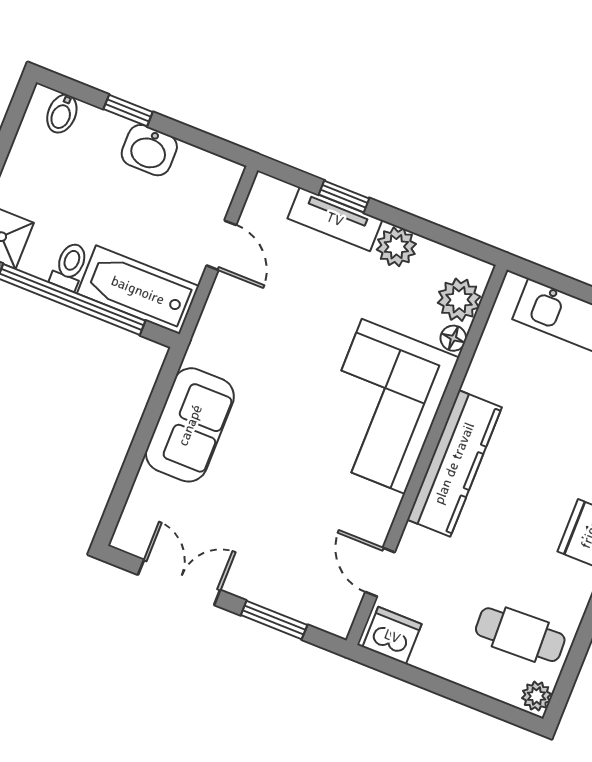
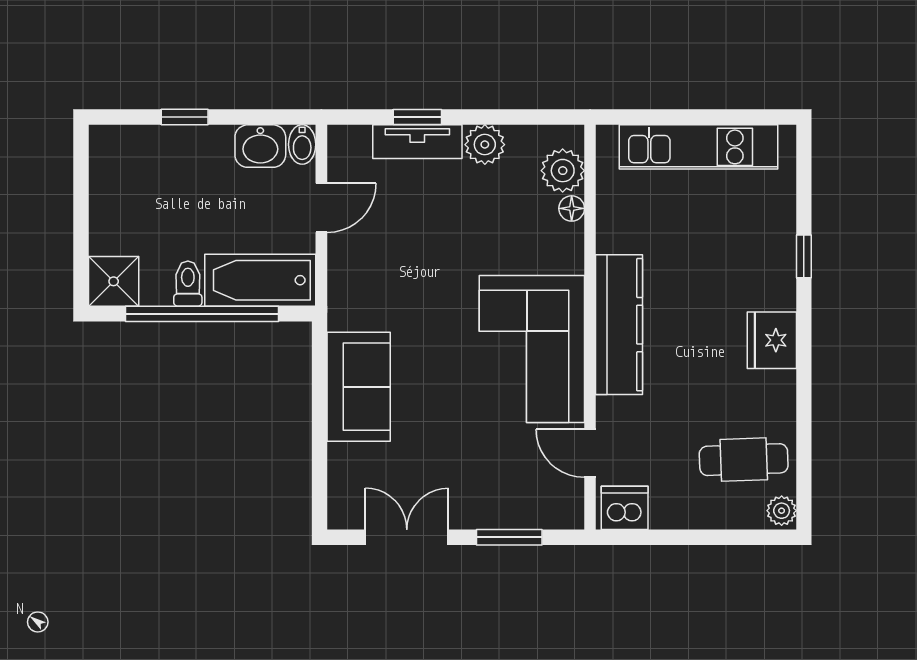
bidet: (62, 114) -> (302, 144), moved
washbasin: (149, 150) -> (260, 146), moved
door: (221, 245) -> (321, 208), hinge flipped
corner sofa: (383, 406) -> (532, 349), moved

